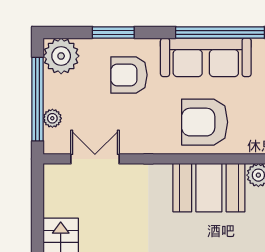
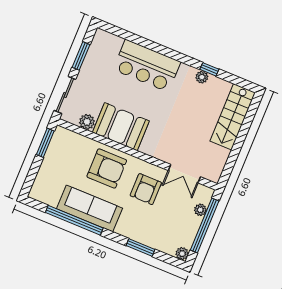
plant: (61, 56) -> (182, 254), width x0.53, depth x0.53
armchair: (129, 75) -> (146, 189), moved, turned 90

